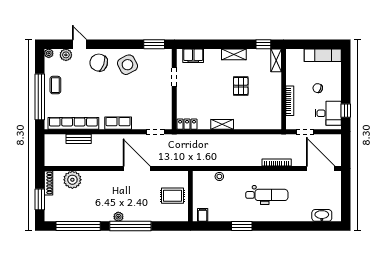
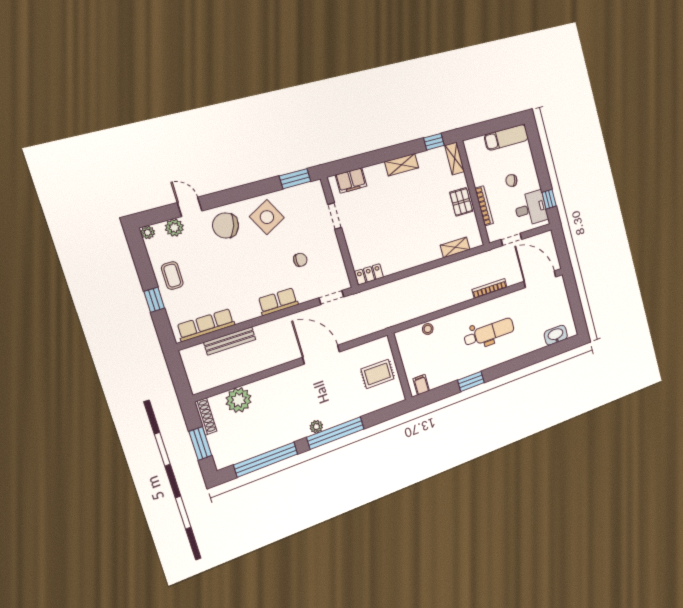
pallet: (241, 86) -> (461, 202), moved
window: (40, 97) -> (154, 300), width x0.32
chair: (141, 100) -> (300, 260), added
row of seats: (73, 123) -> (206, 325), width x0.73
shelving: (222, 124) -> (455, 247), moved
bench: (79, 139) -> (230, 341), width x1.36

